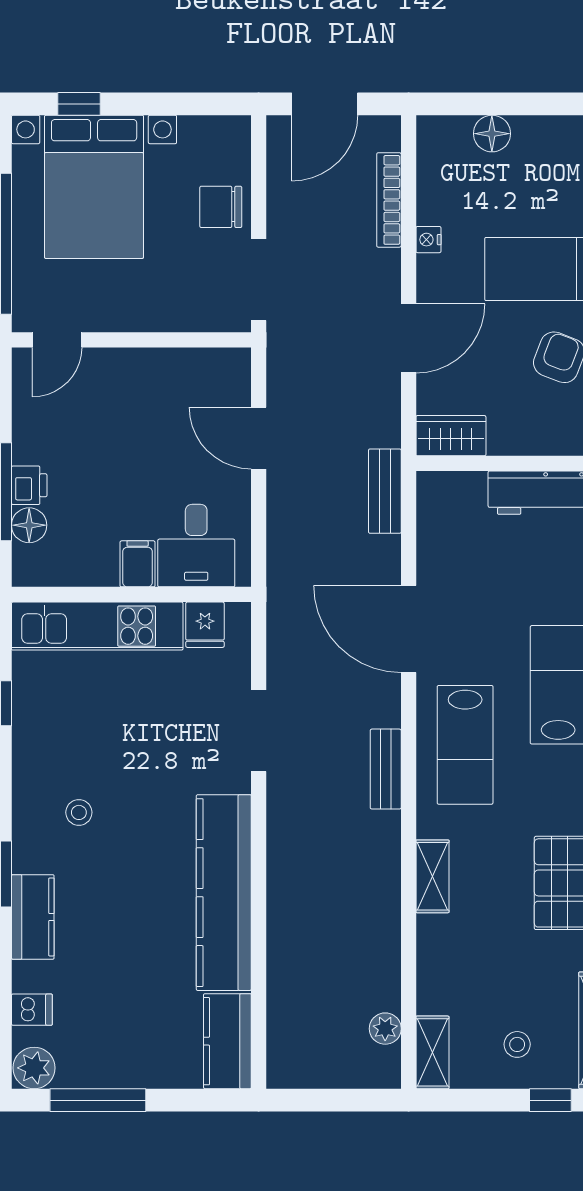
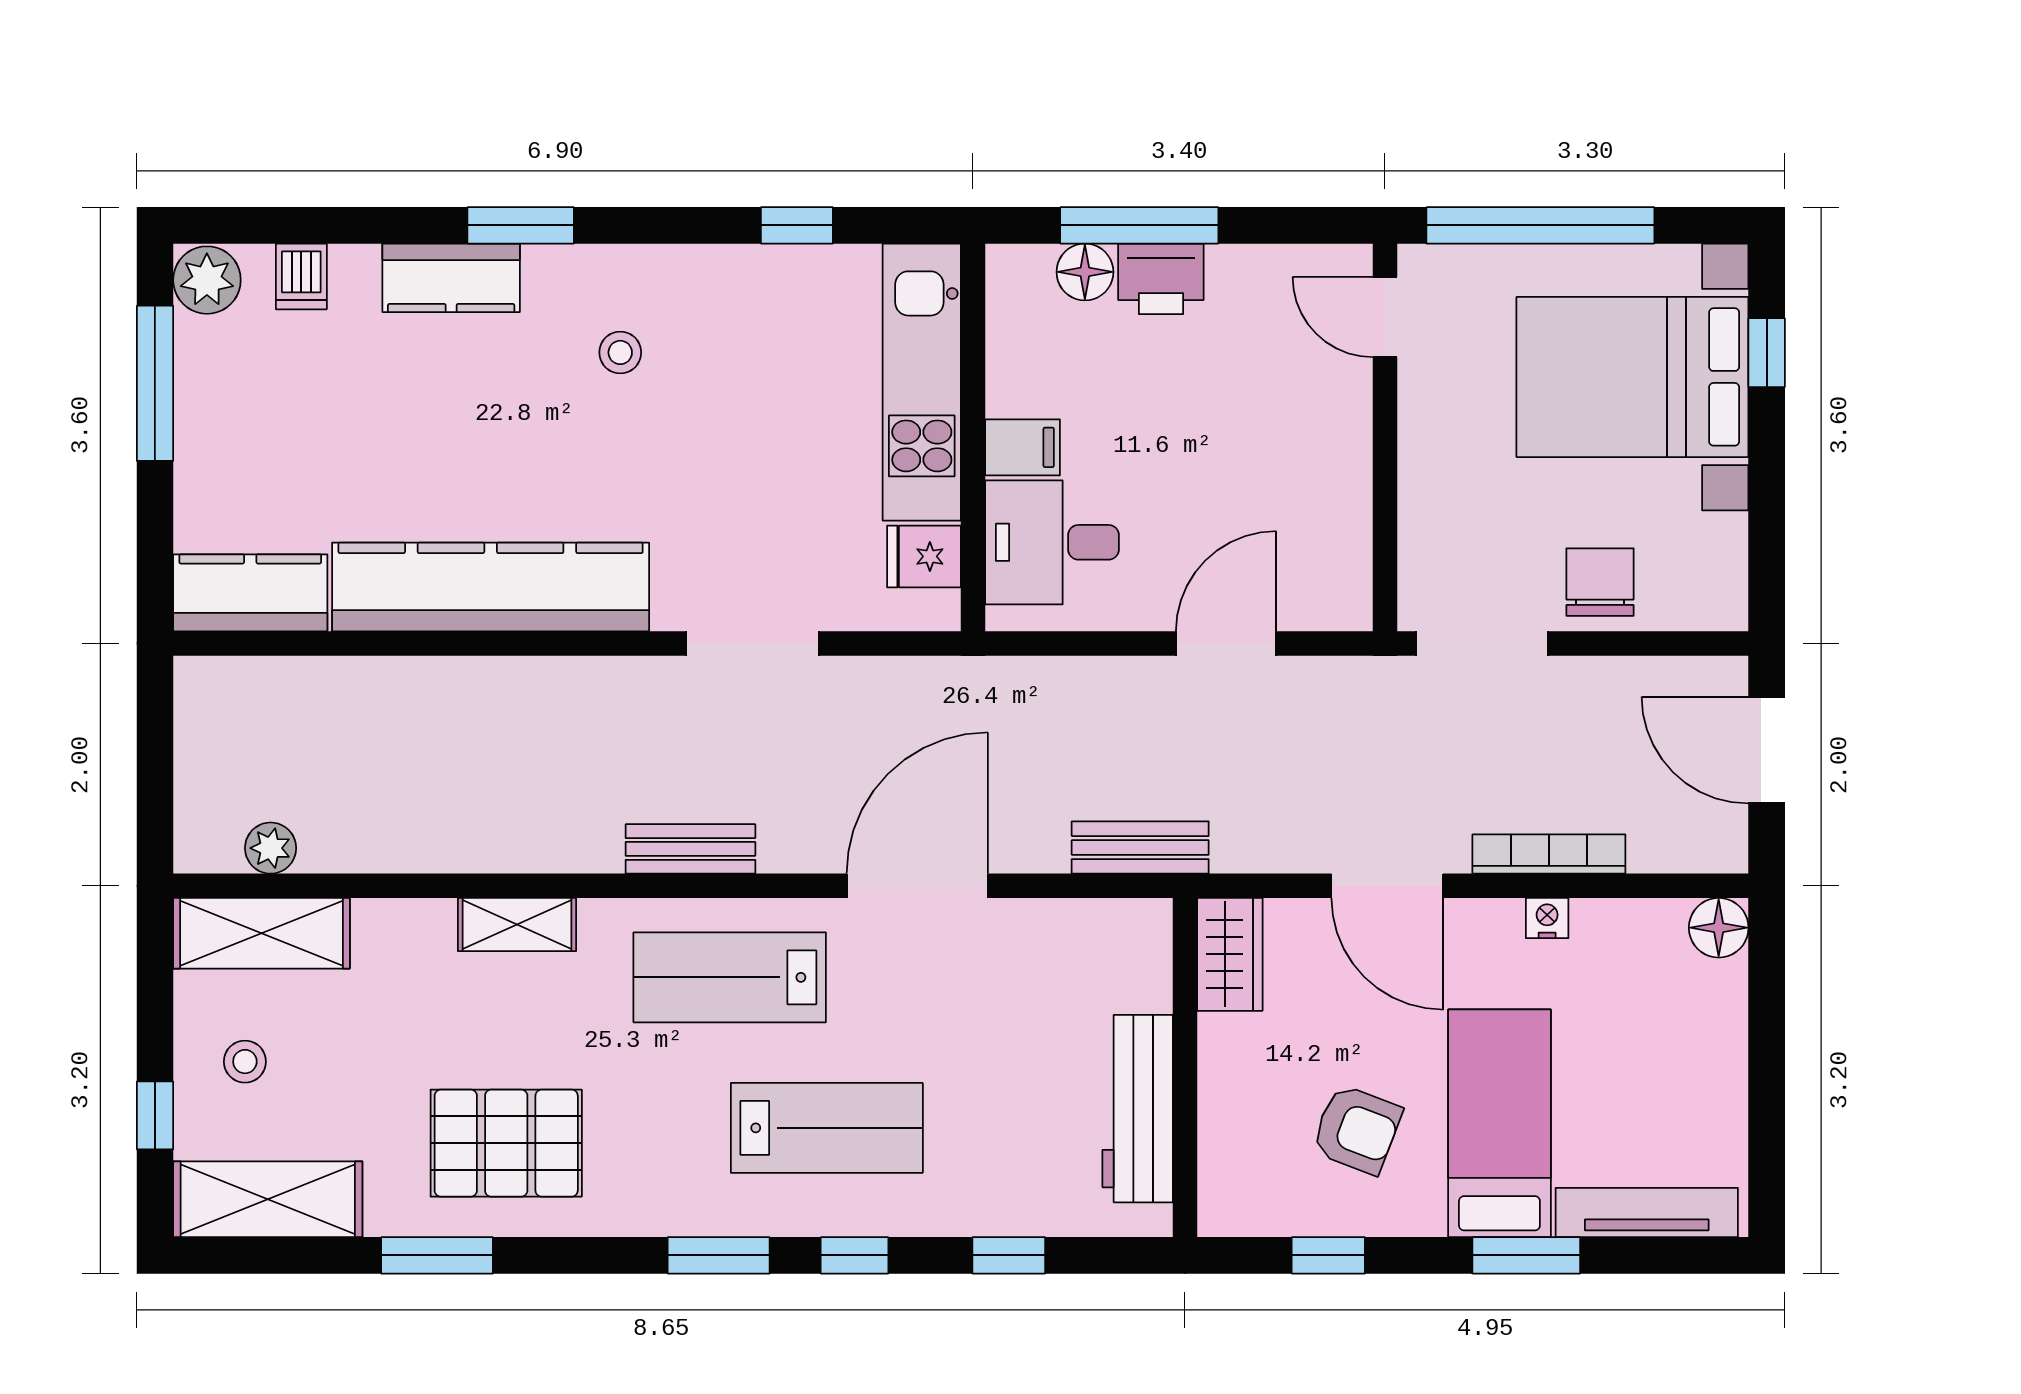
floor lamp: (492, 134) -> (1719, 928), moved
bookcase: (389, 200) -> (1549, 854), moved
printer: (29, 485) -> (1161, 279), width x1.36, depth x1.24
shelving: (432, 1052) -> (262, 933), width x1.50, depth x1.33

